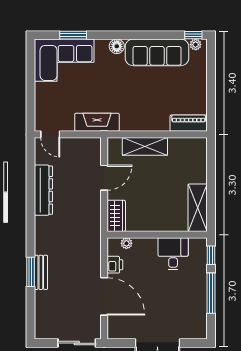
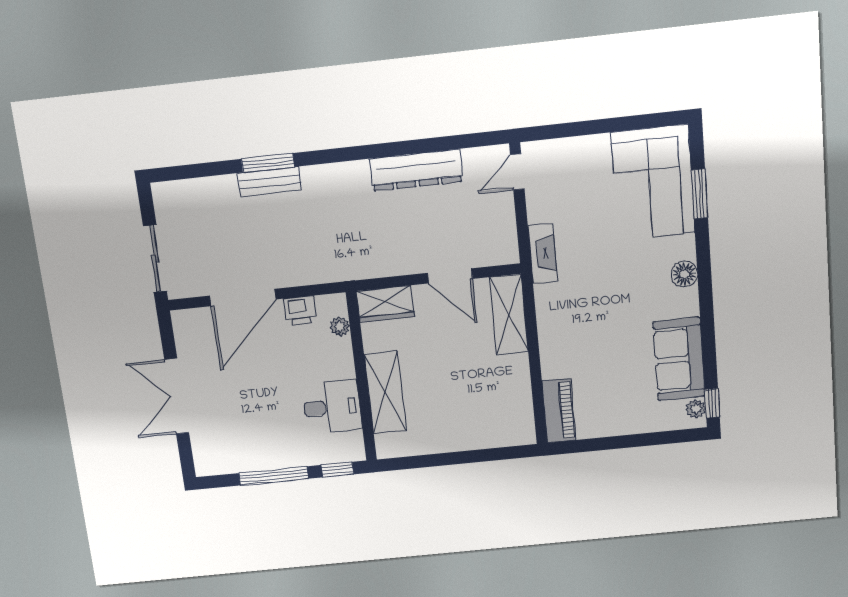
sofa: (157, 52) -> (679, 359), width x0.73
fireplace: (97, 122) -> (543, 254), width x0.73, depth x0.76
shelving: (145, 146) -> (509, 315), moved
shelving: (198, 208) -> (385, 392), moved, turned 90

